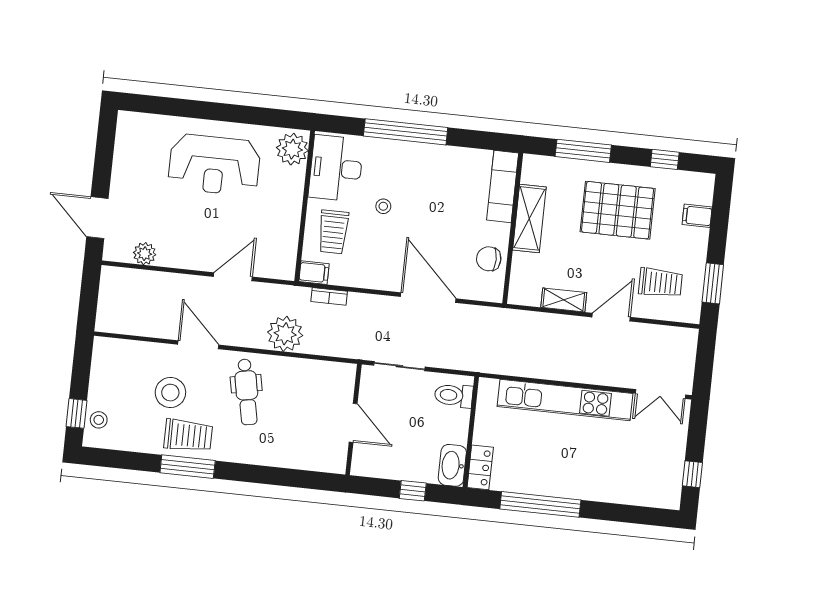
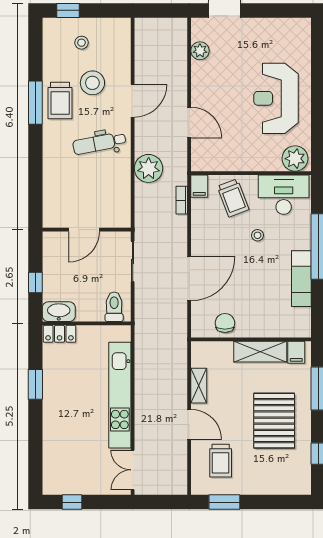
exam couch: (503, 186) -> (301, 279), moved, turned -90
filing cabinet: (697, 216) -> (296, 352), moved, turned 180
trolley: (333, 232) -> (233, 198), turned -111
stool: (99, 420) -> (82, 43), moved
window: (540, 504) -> (35, 384), width x0.47

